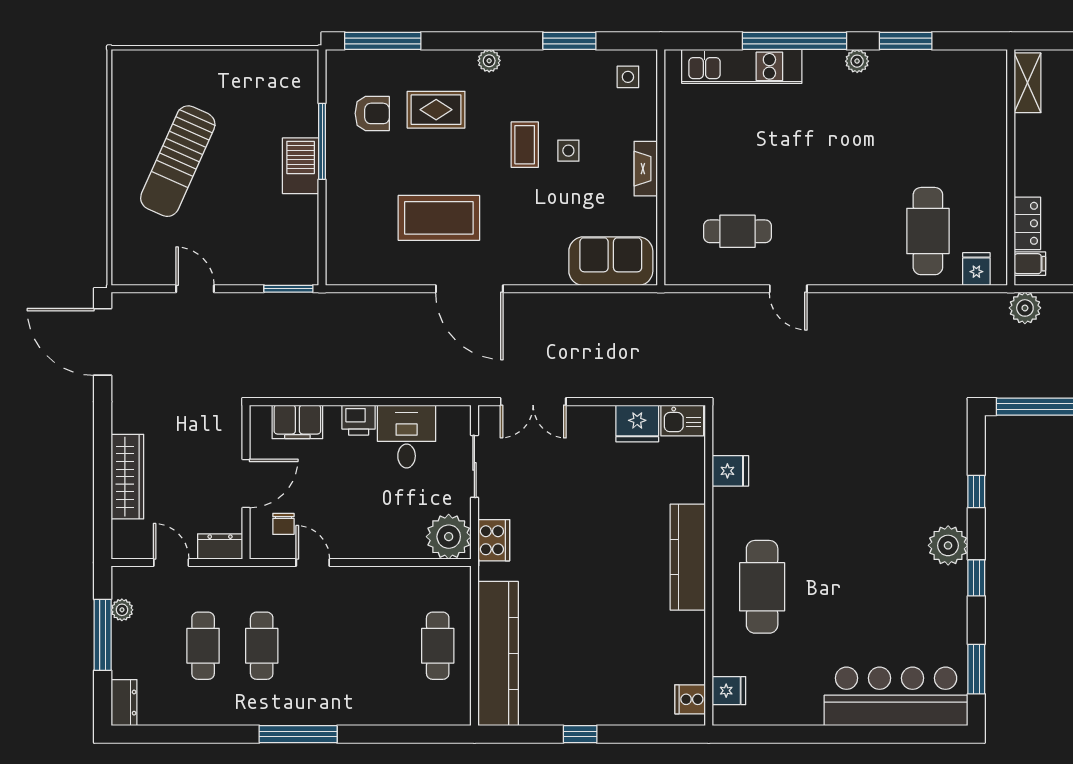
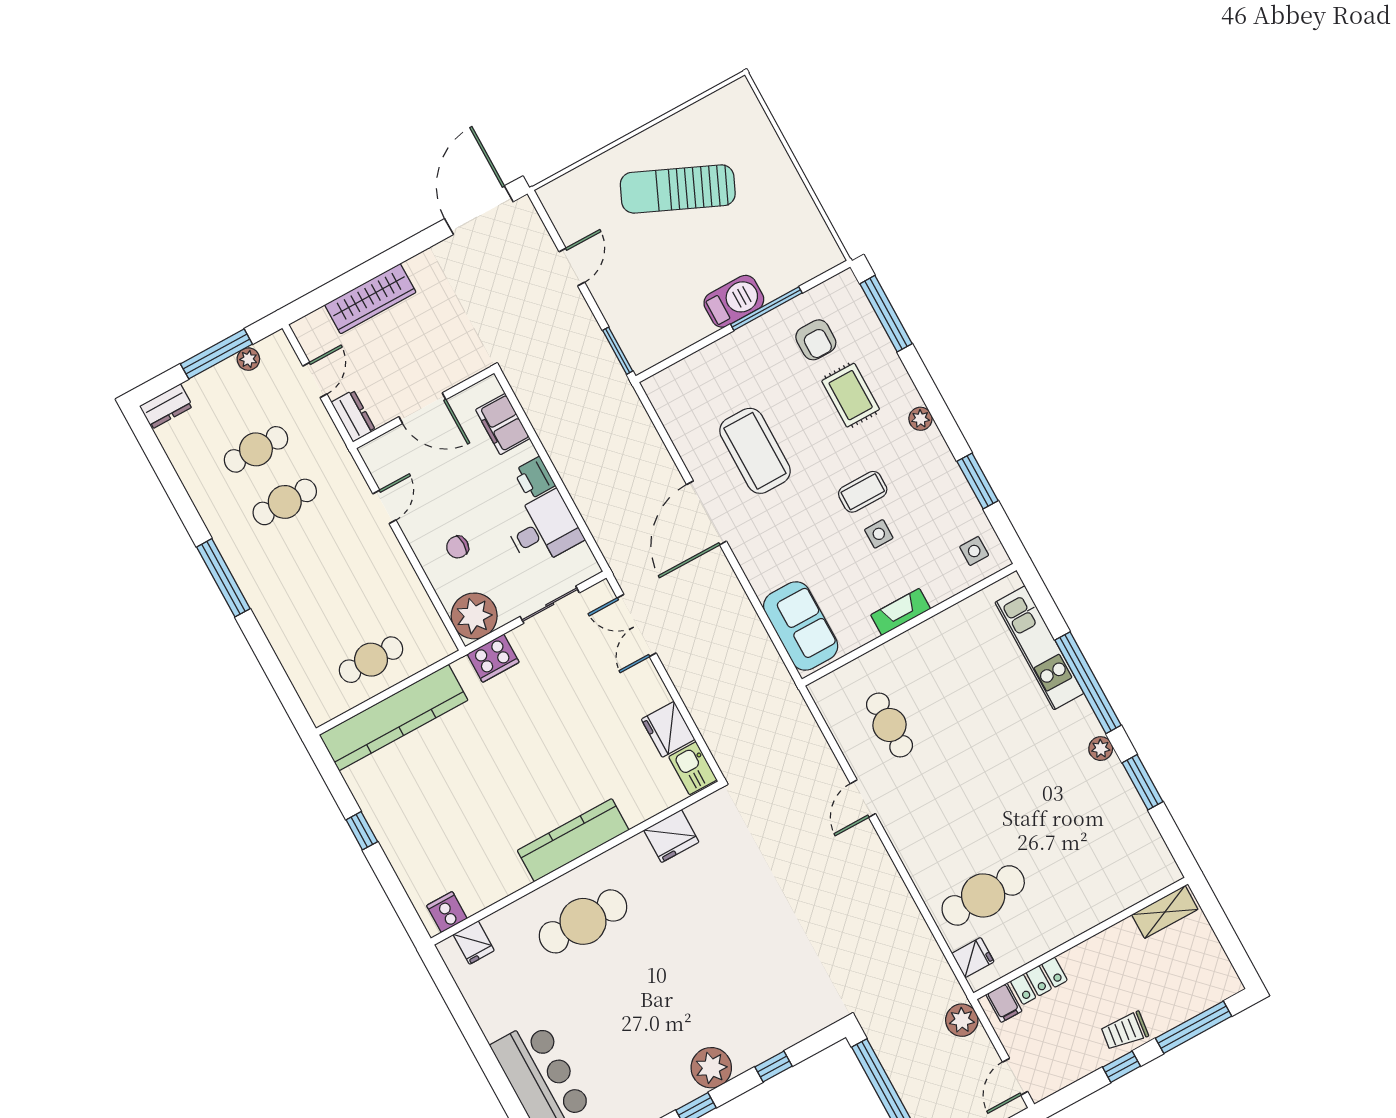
fridge: (730, 471) -> (671, 836), width x1.38
chair: (283, 524) -> (458, 547), moved

